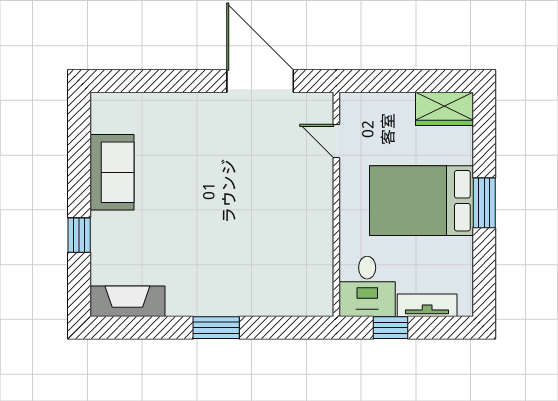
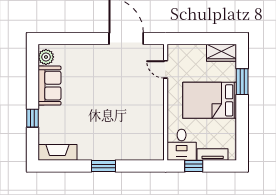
plant: (105, 117) -> (46, 57), added
window: (484, 203) -> (242, 82), moved

